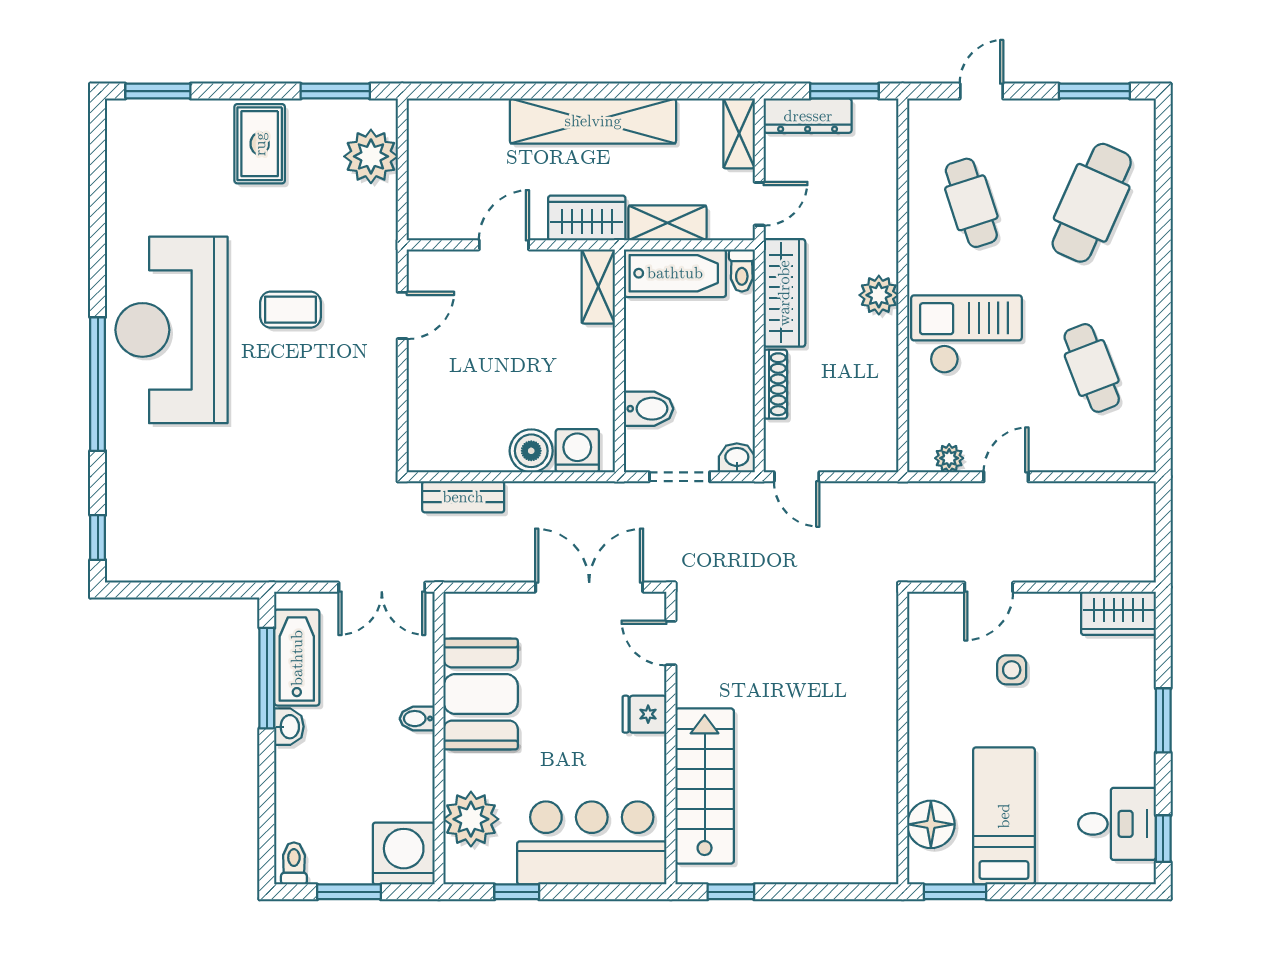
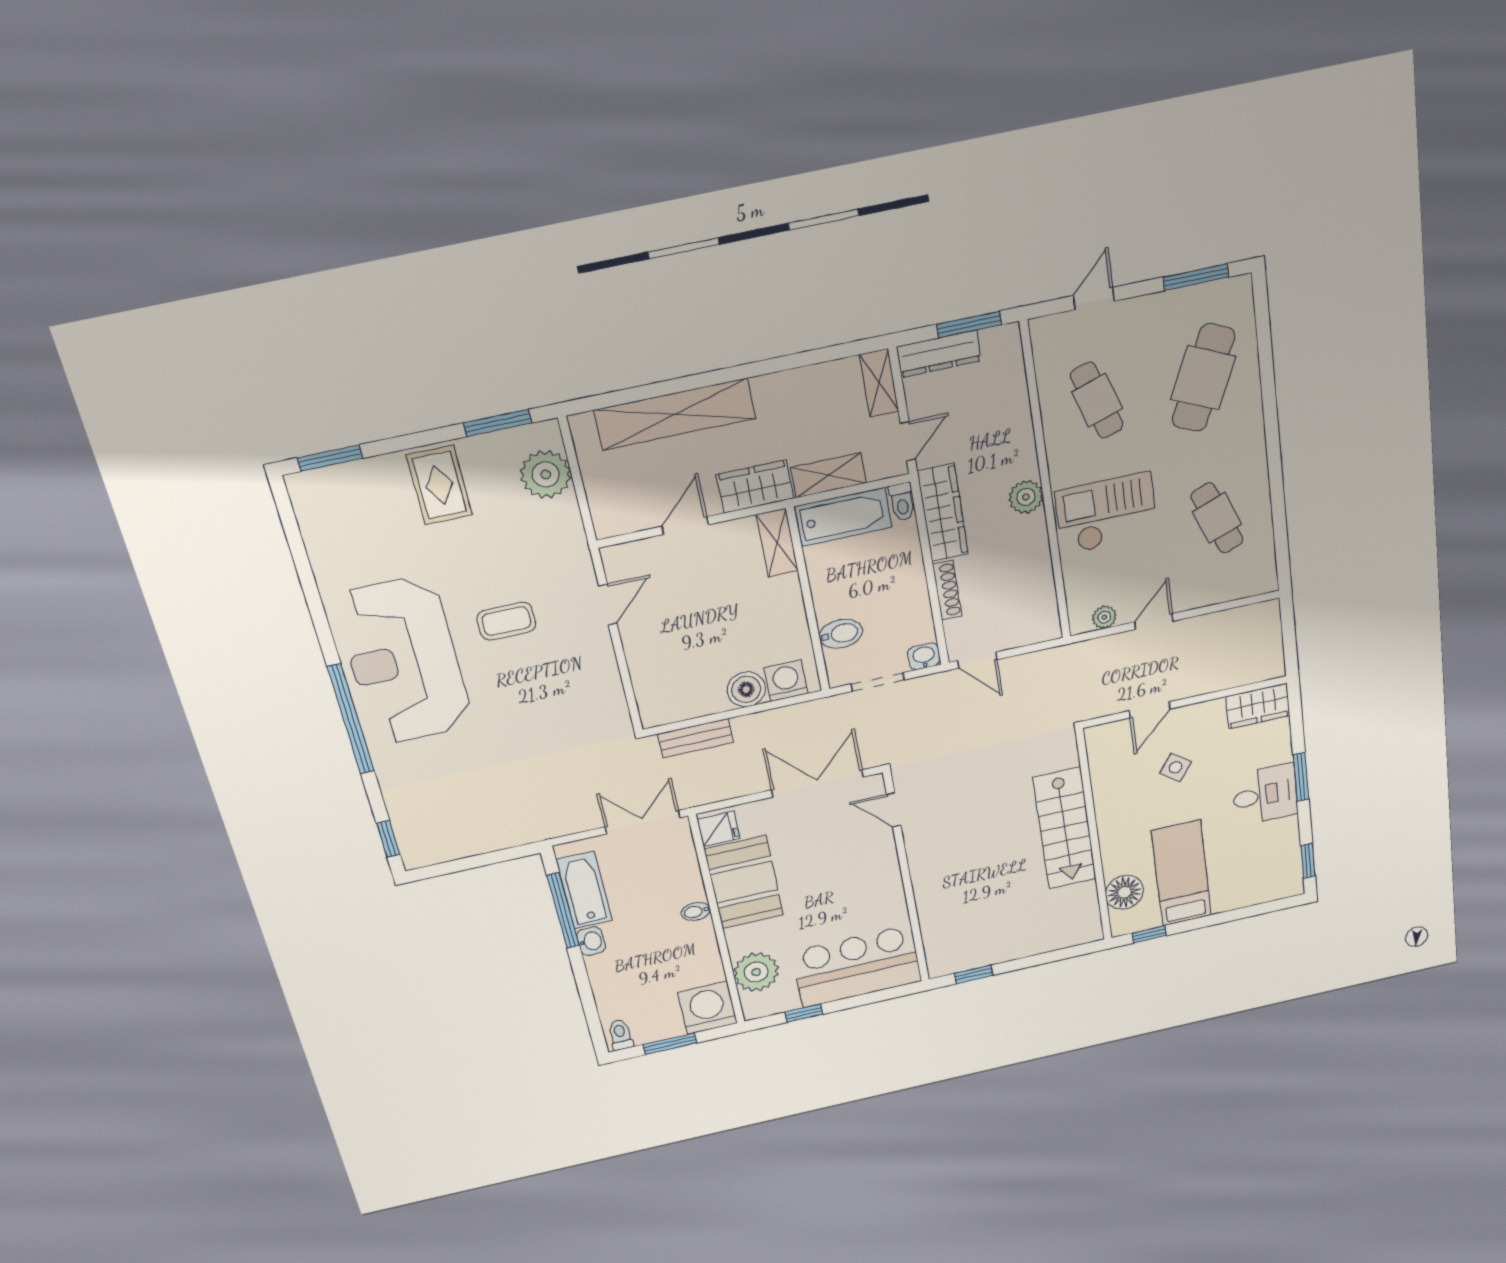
shelving: (593, 121) -> (675, 414), moved
double door: (382, 587) -> (643, 822), swing flipped
side table: (1012, 670) -> (1176, 767), turned 37
fridge: (645, 714) -> (719, 829), moved, turned 180
stairs: (705, 786) -> (1065, 829), moved, turned 180
desk: (1117, 824) -> (1265, 795), moved
window: (955, 892) -> (1149, 934), width x0.67

